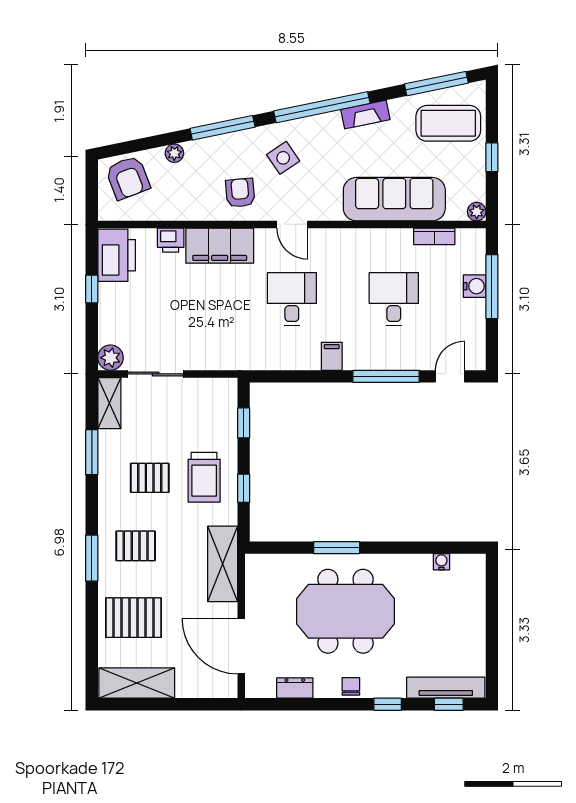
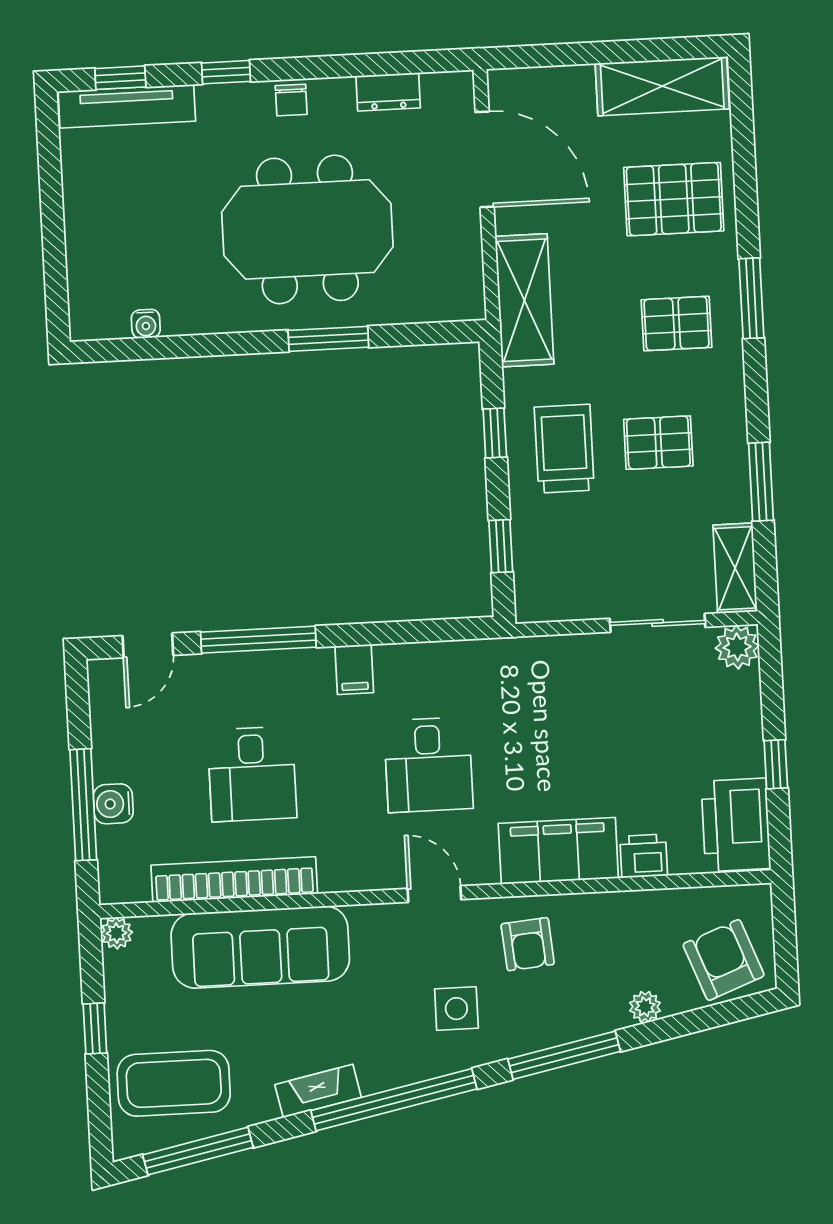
side table: (283, 158) -> (456, 1009), turned 34
bookcase: (434, 236) -> (234, 880), width x2.31, depth x1.31

